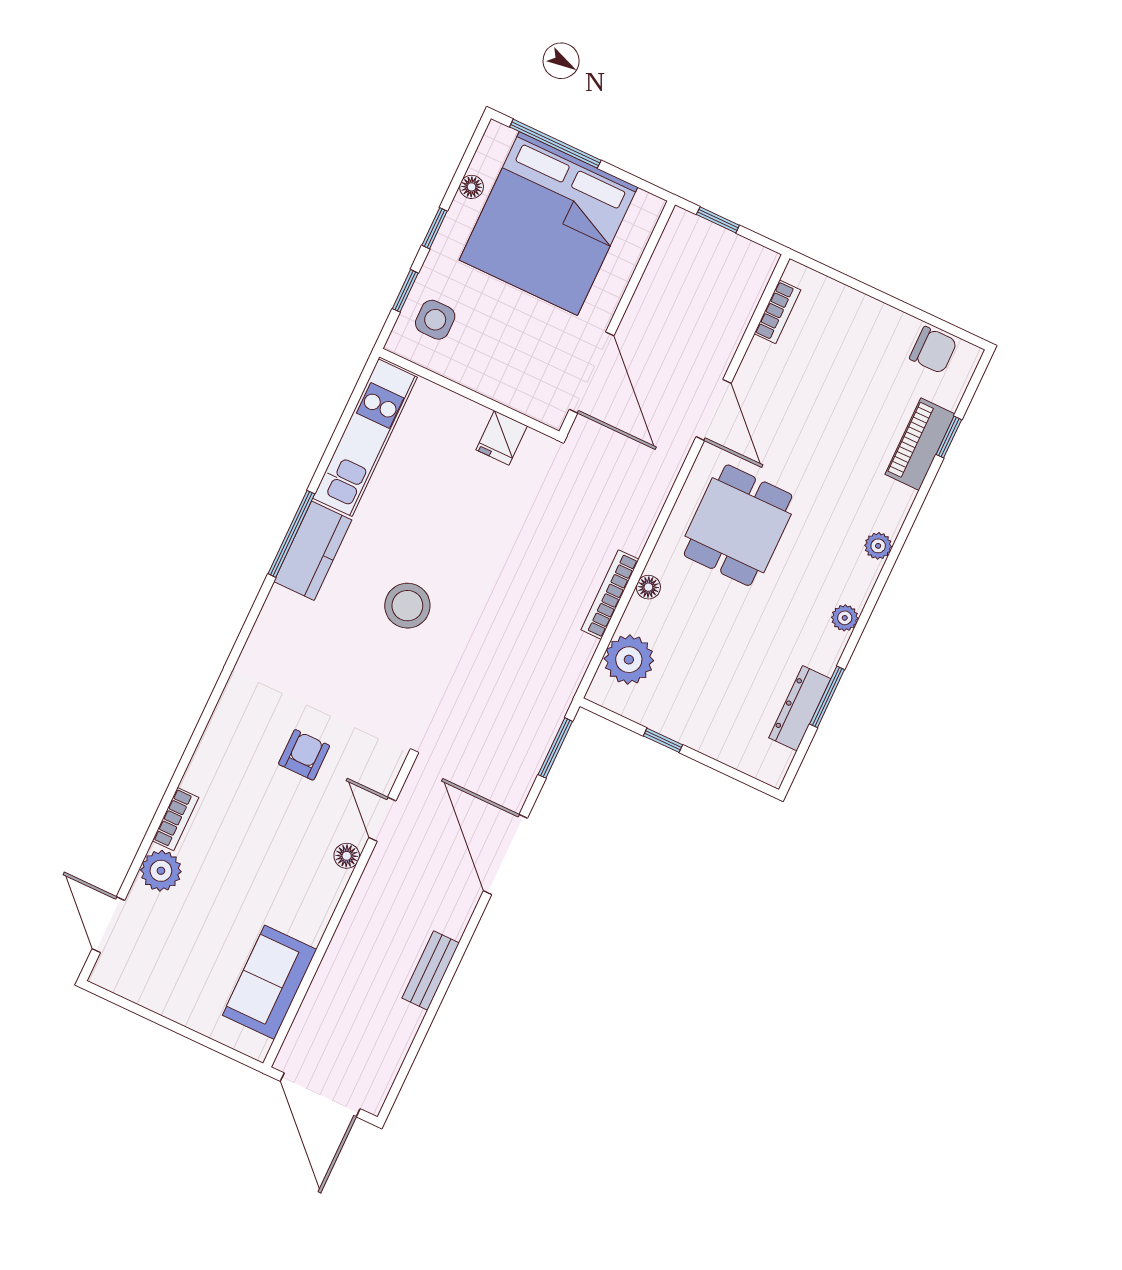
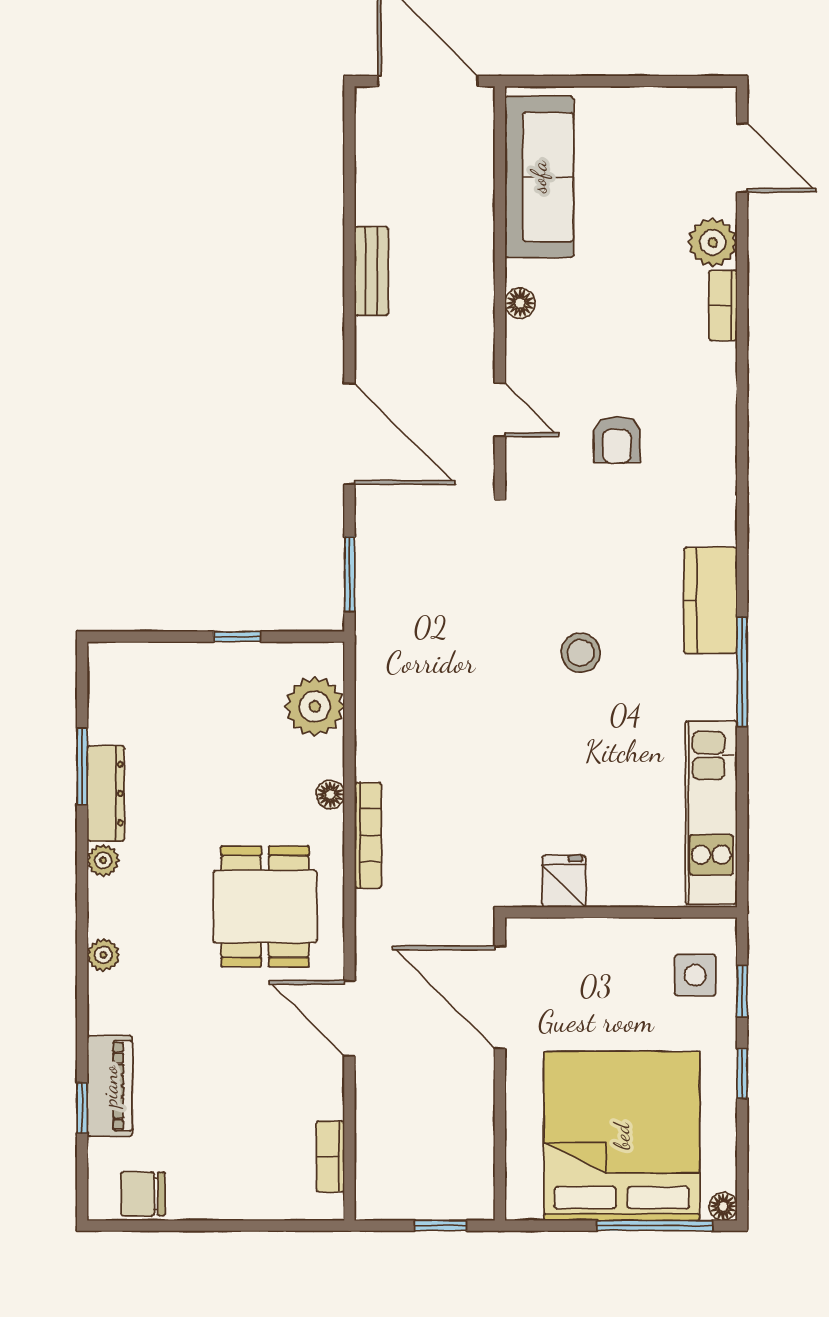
floor lamp: (472, 187) -> (723, 1207), moved
kitchen counter: (313, 551) -> (711, 600), moved
bookcase: (610, 595) -> (368, 835), moved
stool: (407, 606) -> (581, 653), width x0.73, depth x0.73
dresser: (800, 708) -> (106, 793), moved
floor lamp: (347, 856) -> (520, 303), moved
sofa: (270, 982) -> (539, 177), width x1.36

